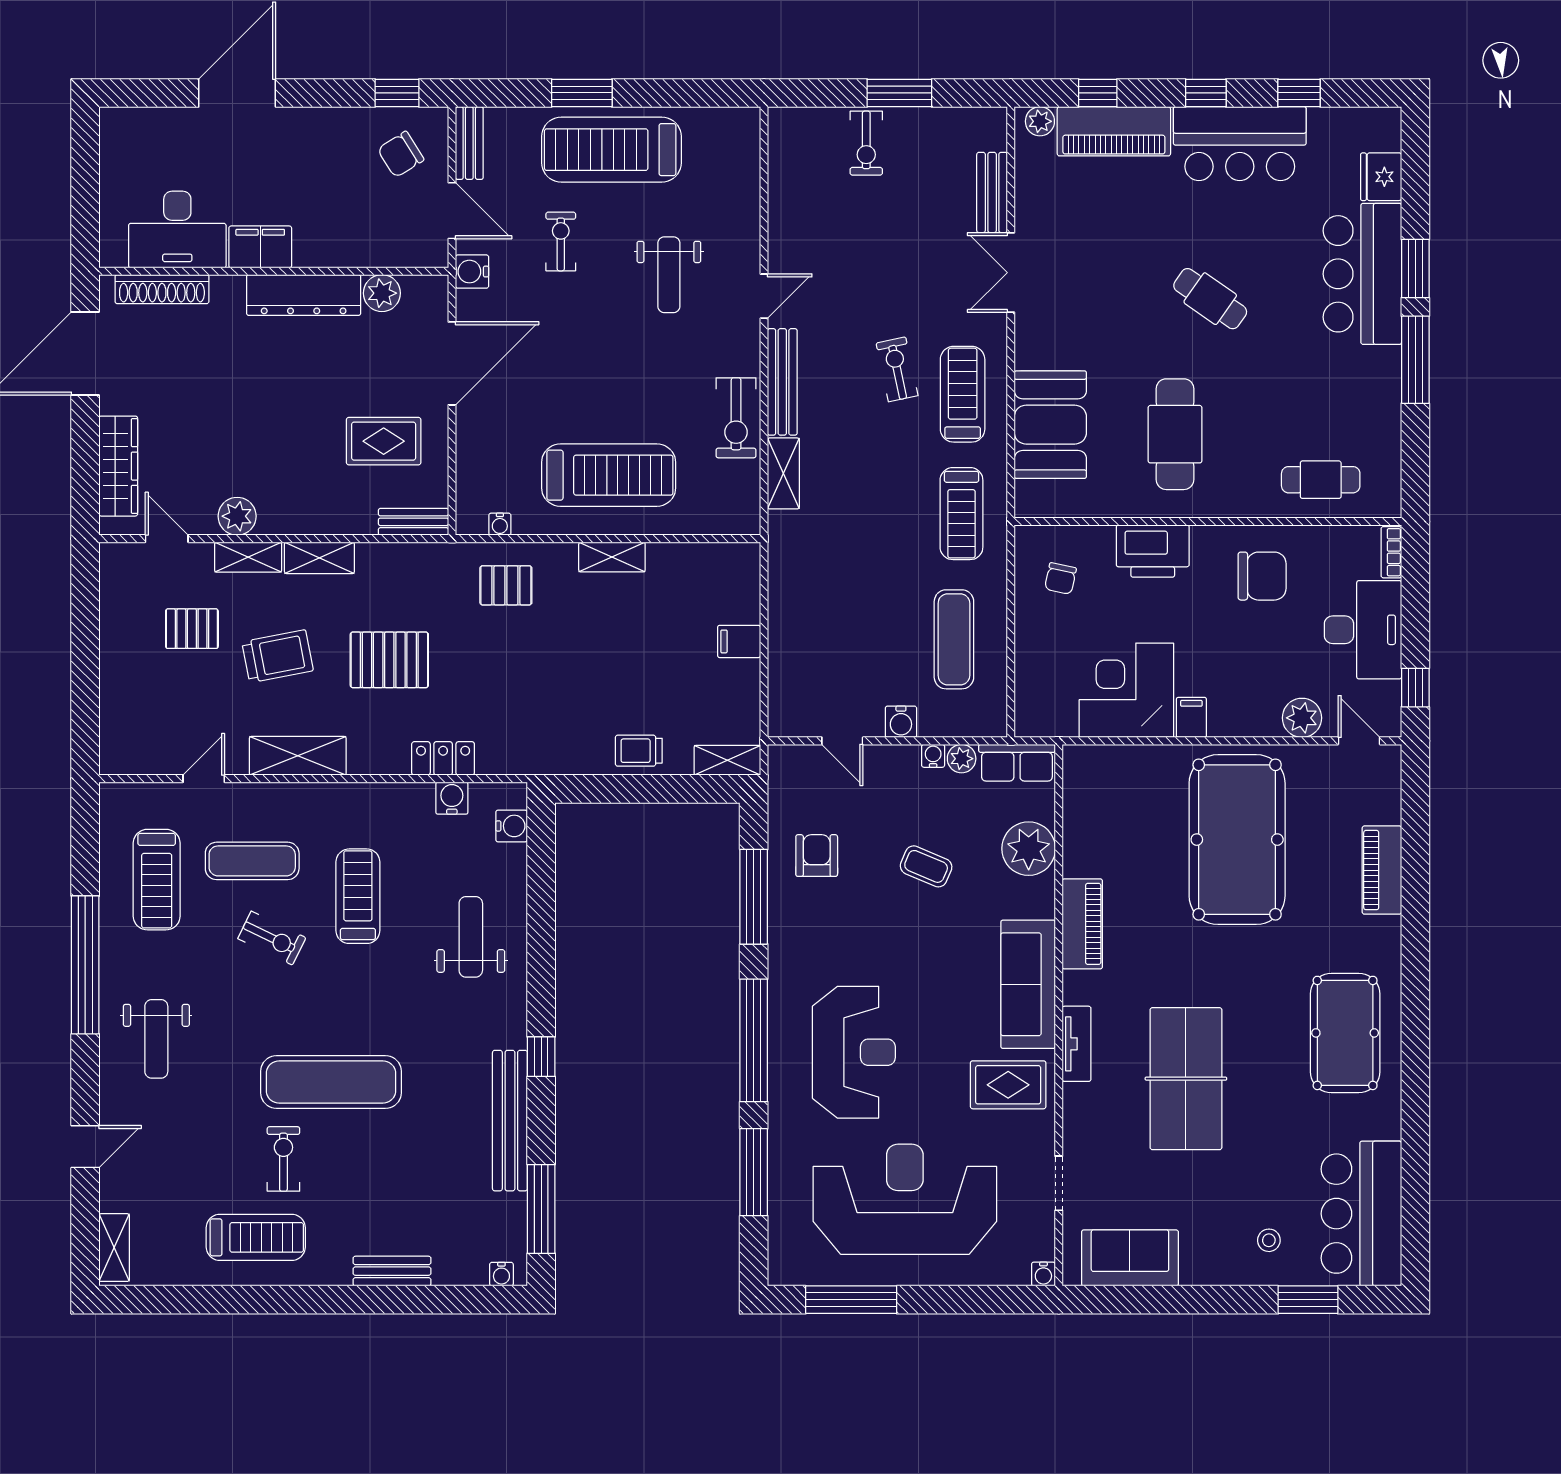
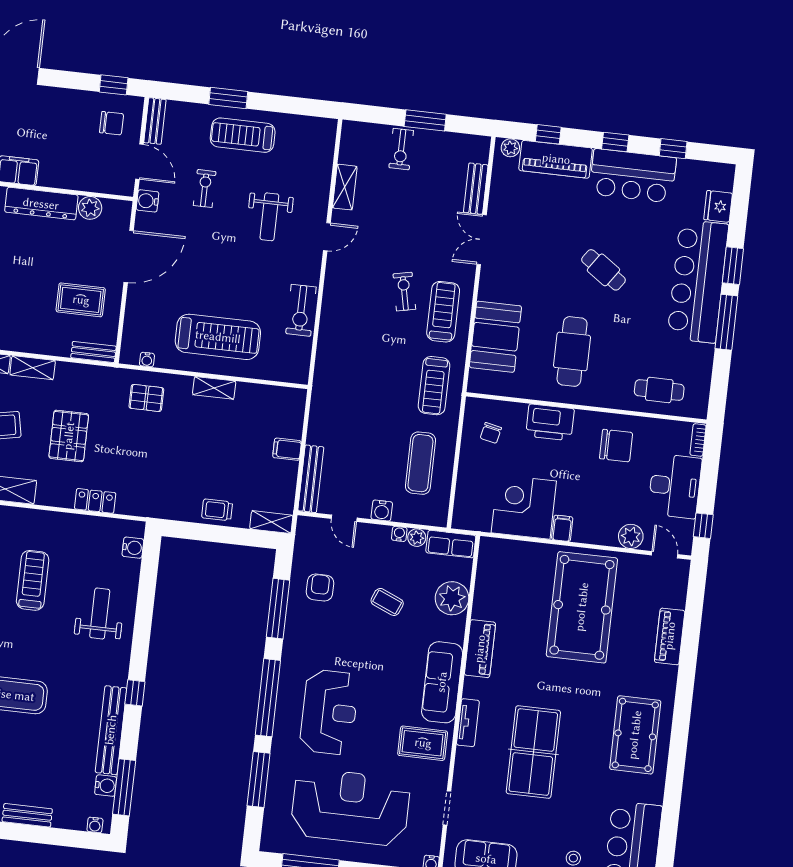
treadmill: (612, 150) -> (243, 135), width x0.73, depth x0.73
chair: (401, 154) -> (112, 123), turned -148
bar counter: (1362, 274) -> (698, 281), width x1.36
bench: (782, 382) -> (311, 479), moved
shelving: (783, 473) -> (345, 187), moved
pallet: (389, 660) -> (69, 436), turned 90
water cooler: (452, 798) -> (106, 786), moved, turned 90

